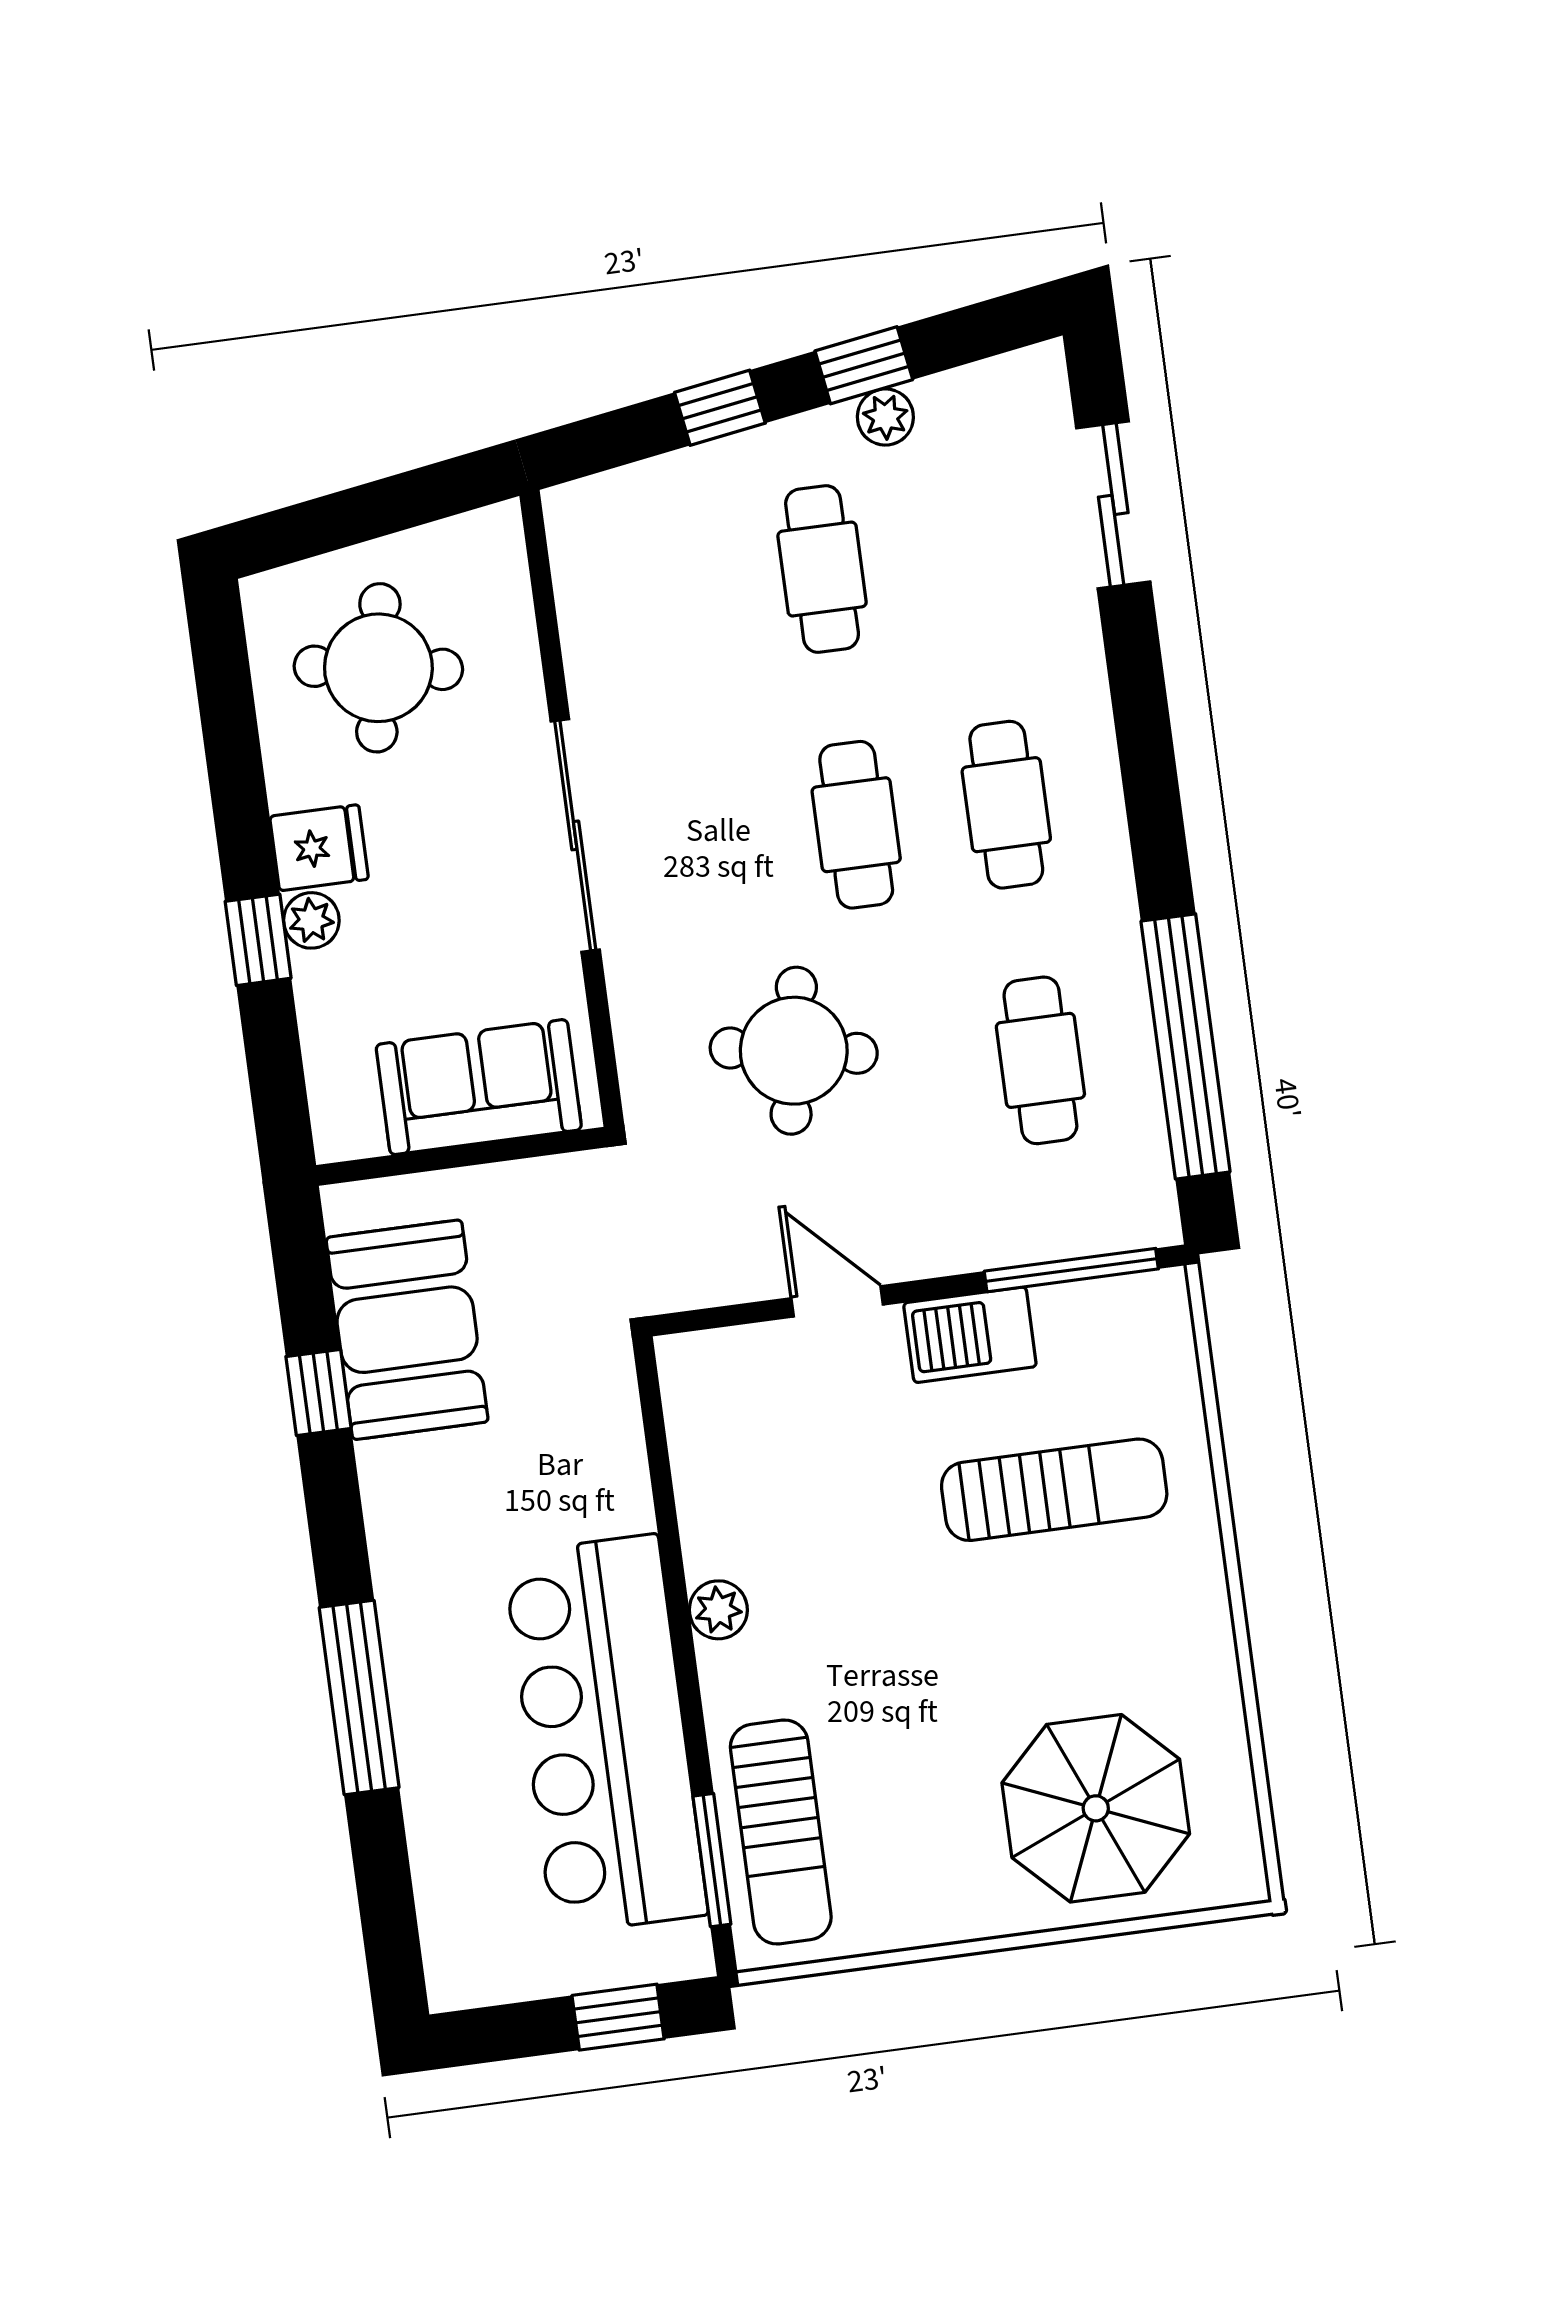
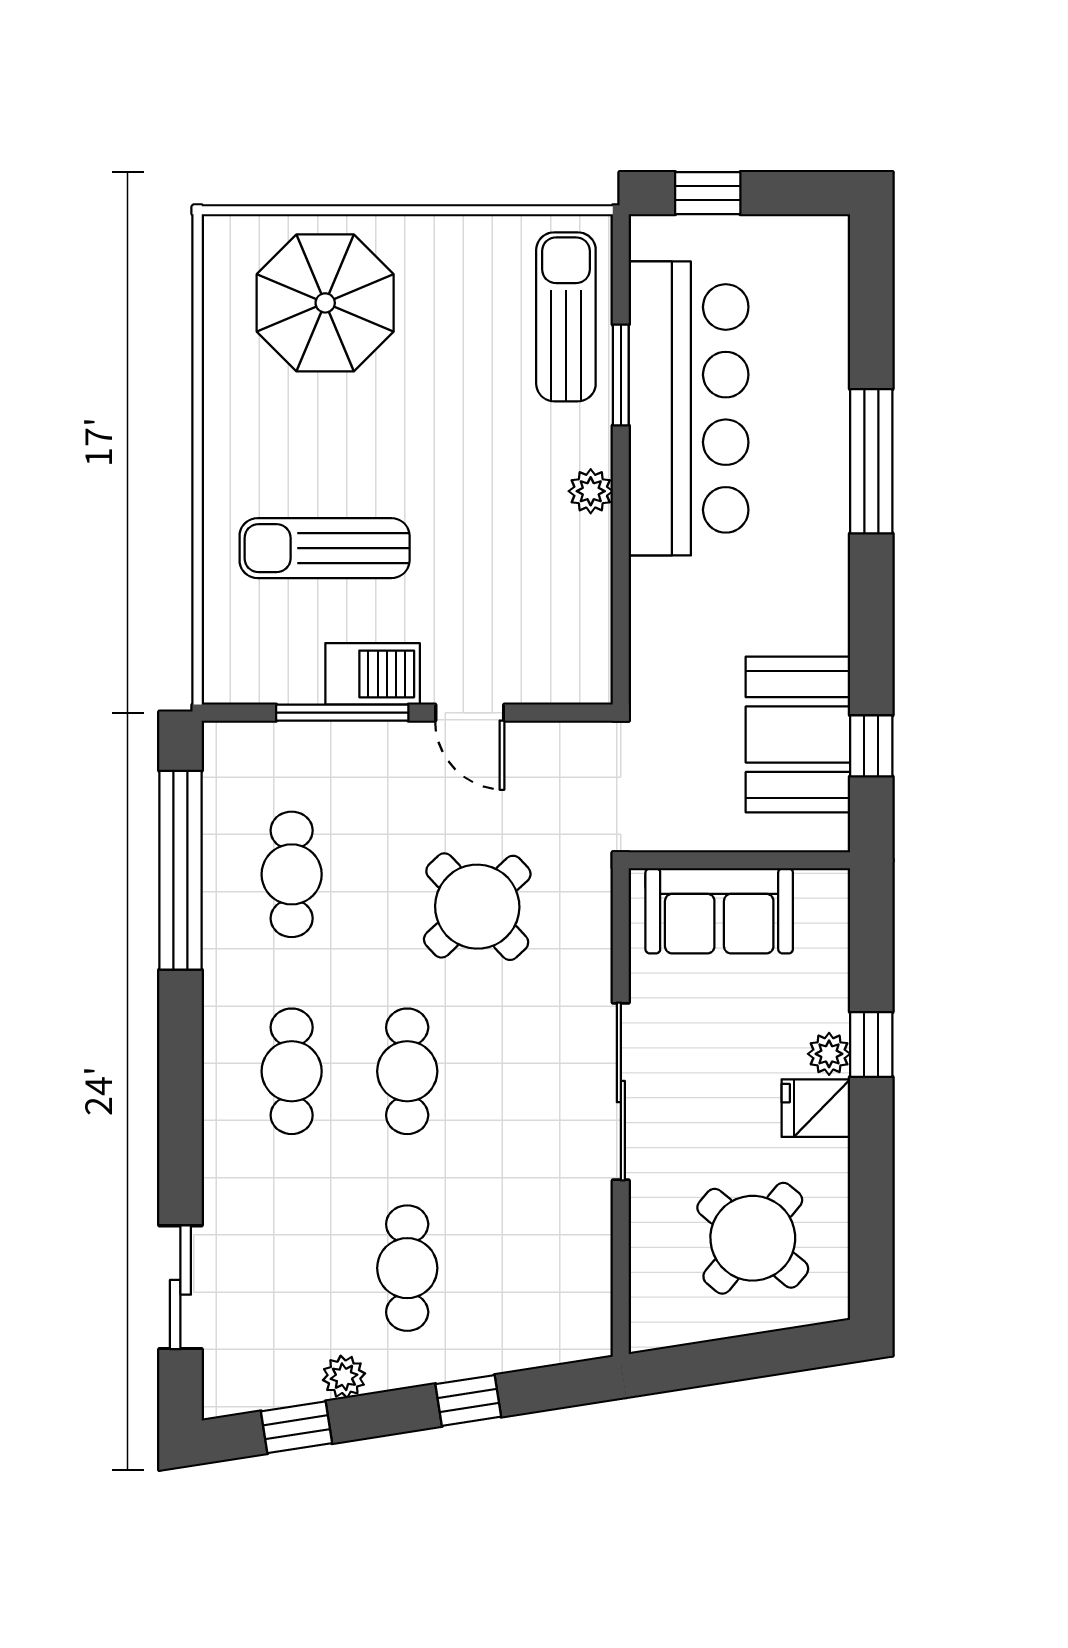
window: (864, 365) -> (297, 1427), moved
round table: (378, 668) -> (753, 1238), turned 31
round table: (794, 1051) -> (477, 907), turned 37
window: (1071, 1270) -> (342, 713), moved
window: (318, 1392) -> (871, 746), moved
window: (712, 1860) -> (621, 375), moved

